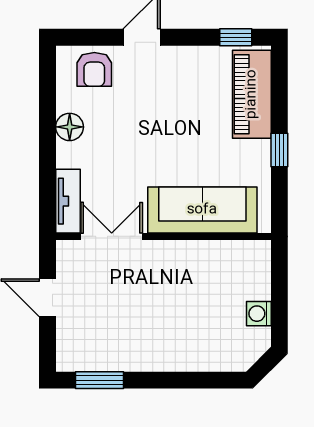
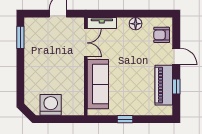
window: (236, 37) -> (176, 87), moved
piano: (252, 94) -> (164, 85), moved, turned -90
washing machine: (259, 314) -> (51, 105), width x1.89, depth x1.89

